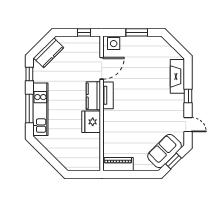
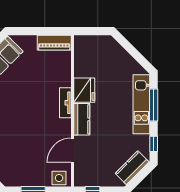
tv unit: (108, 95) -> (65, 103), moved

